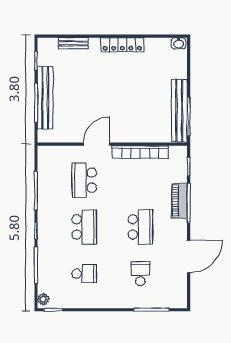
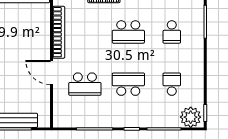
school desk: (140, 227) -> (128, 32), turned 180
school desk: (140, 274) -> (172, 32), turned -90
plant: (43, 299) -> (191, 117), width x1.87, depth x1.87

